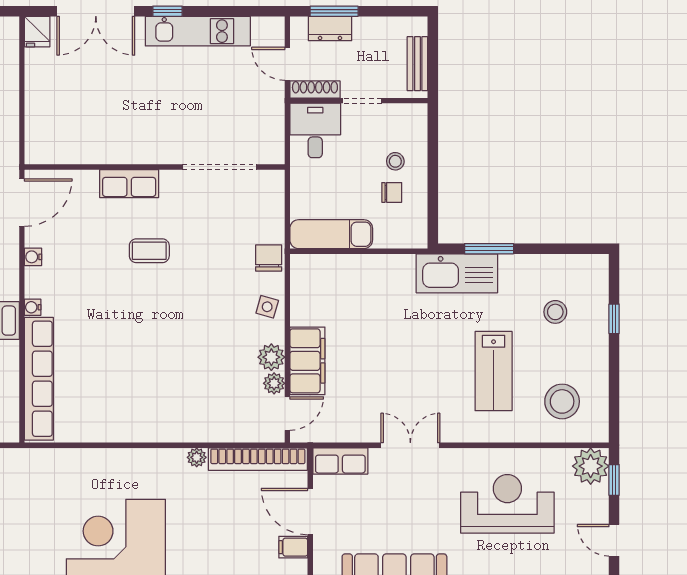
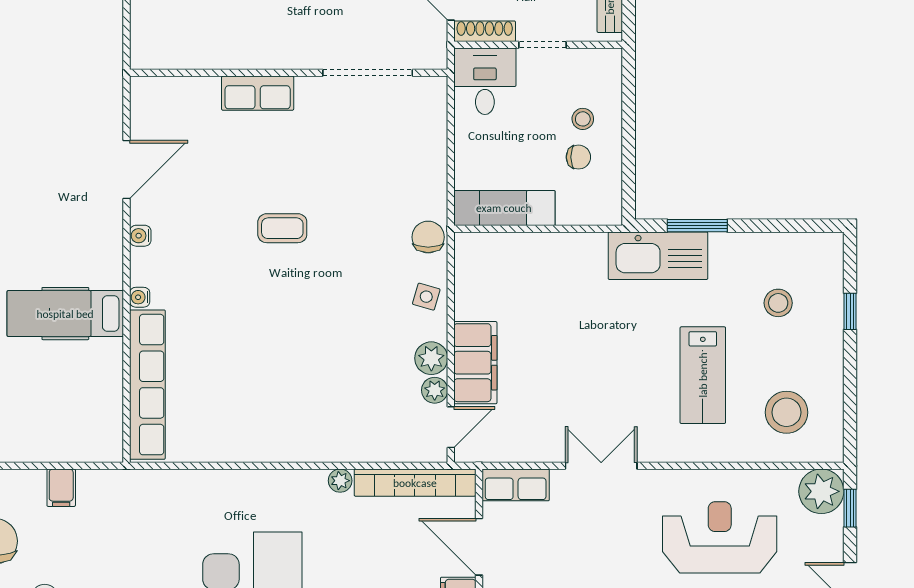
wall: (155, 167) -> (289, 73), moved
doorway: (219, 167) -> (368, 73), moved
row of seats: (129, 184) -> (258, 93), moved

